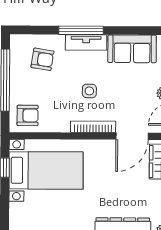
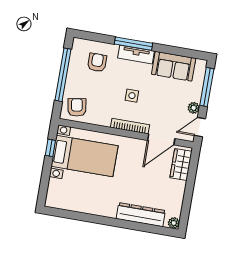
armchair: (42, 59) -> (97, 62), turned -99
armchair: (28, 115) -> (77, 107), turned -99

